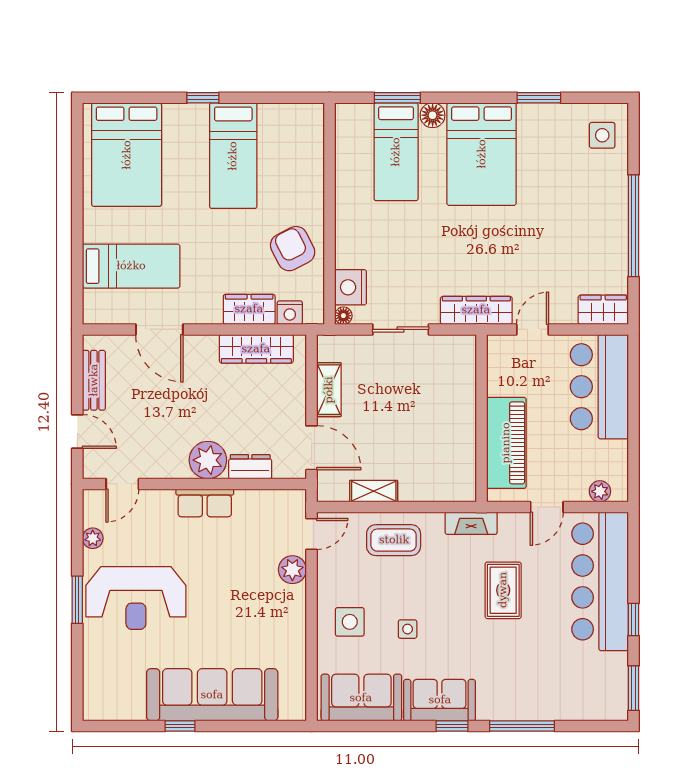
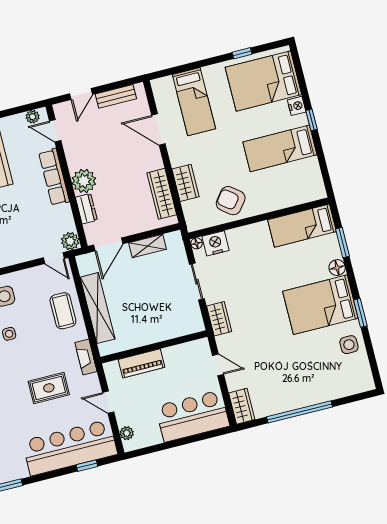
window: (539, 98) -> (360, 313), moved
side table: (602, 135) -> (349, 345), moved
bed: (396, 152) -> (302, 226), moved
window: (77, 176) -> (242, 53), added
armchair: (293, 249) -> (231, 201), turned -115
wardrobe: (476, 310) -> (219, 319), width x0.67
nightstand: (290, 313) -> (297, 106), moved, turned 180
door: (159, 329) -> (158, 129), hinge flipped
piano: (506, 443) -> (141, 363), width x0.73, depth x0.75
shelving: (374, 491) -> (98, 308), width x2.20, depth x1.33
row of seats: (205, 503) -> (54, 177), width x1.48
plant: (93, 538) -> (33, 117), moved
plant: (292, 570) -> (70, 241), moved
window: (633, 620) -> (87, 466), moved

